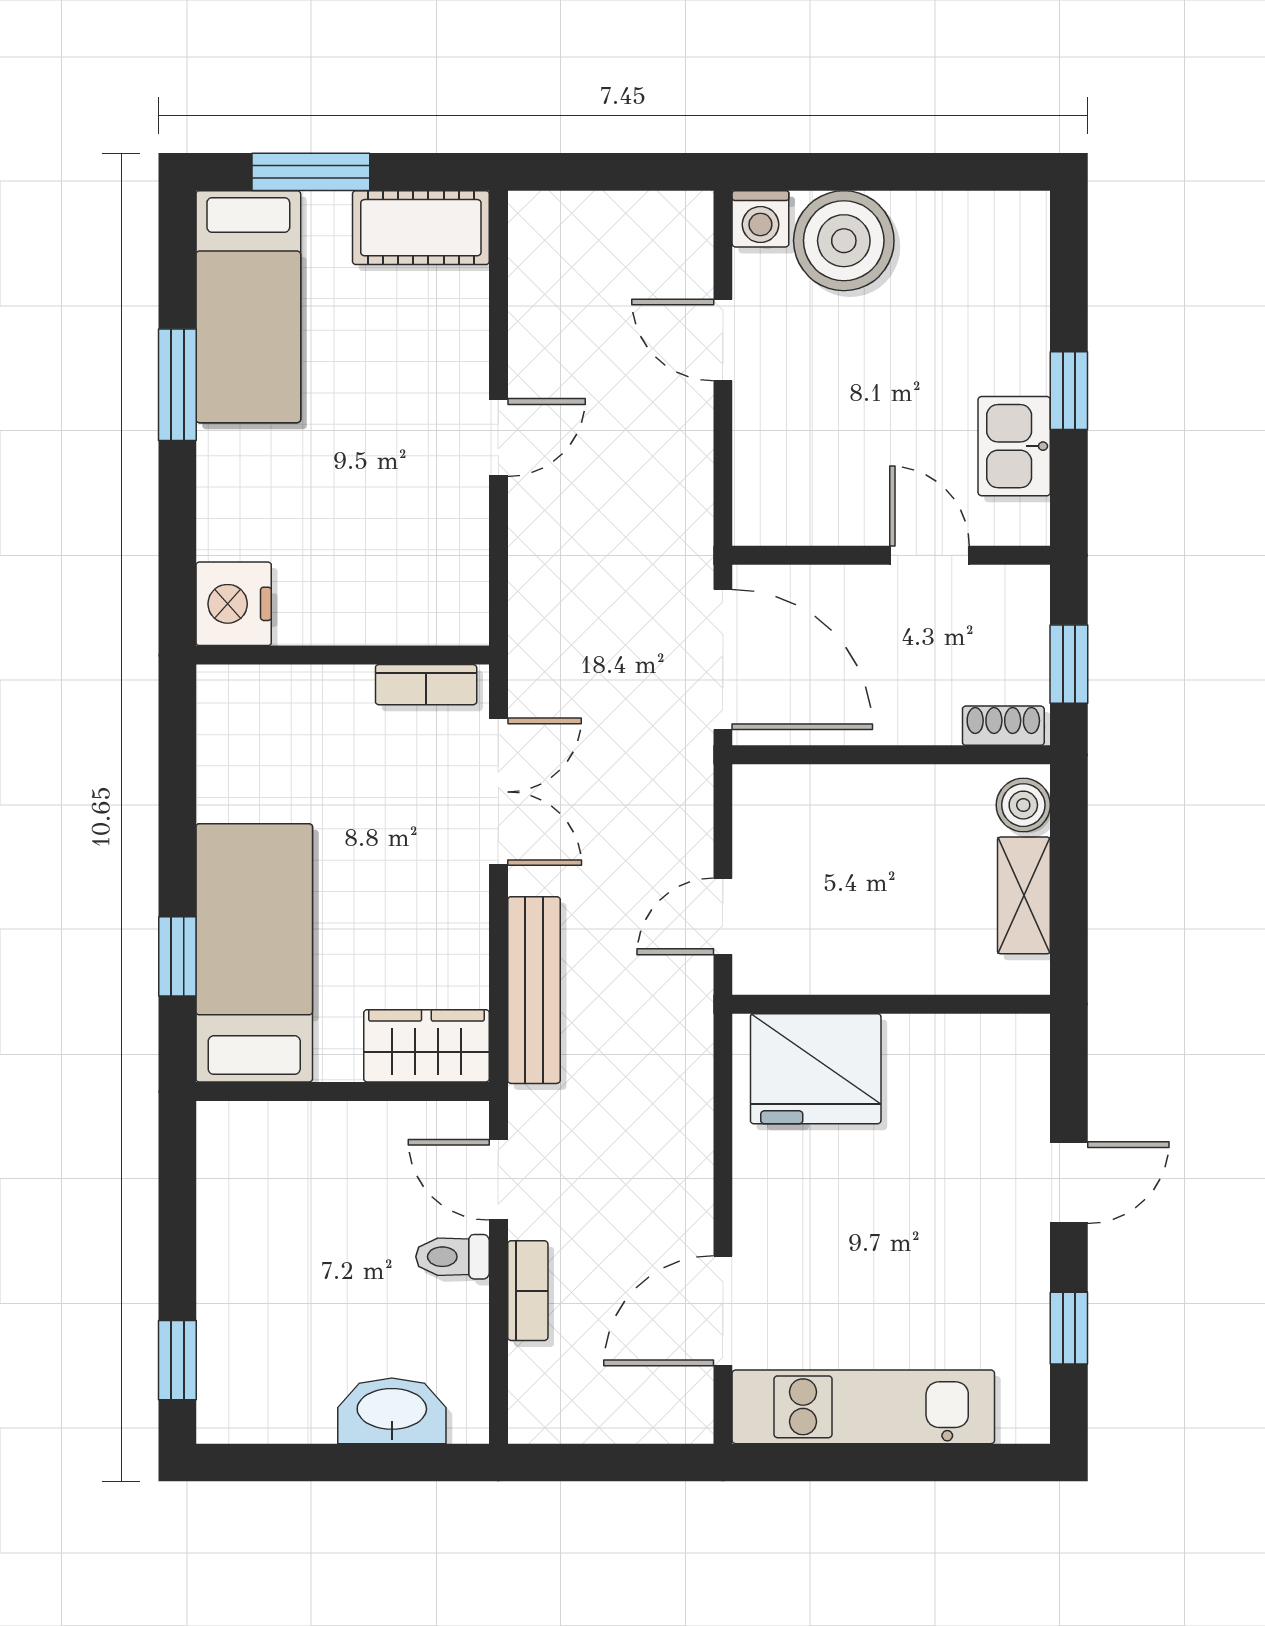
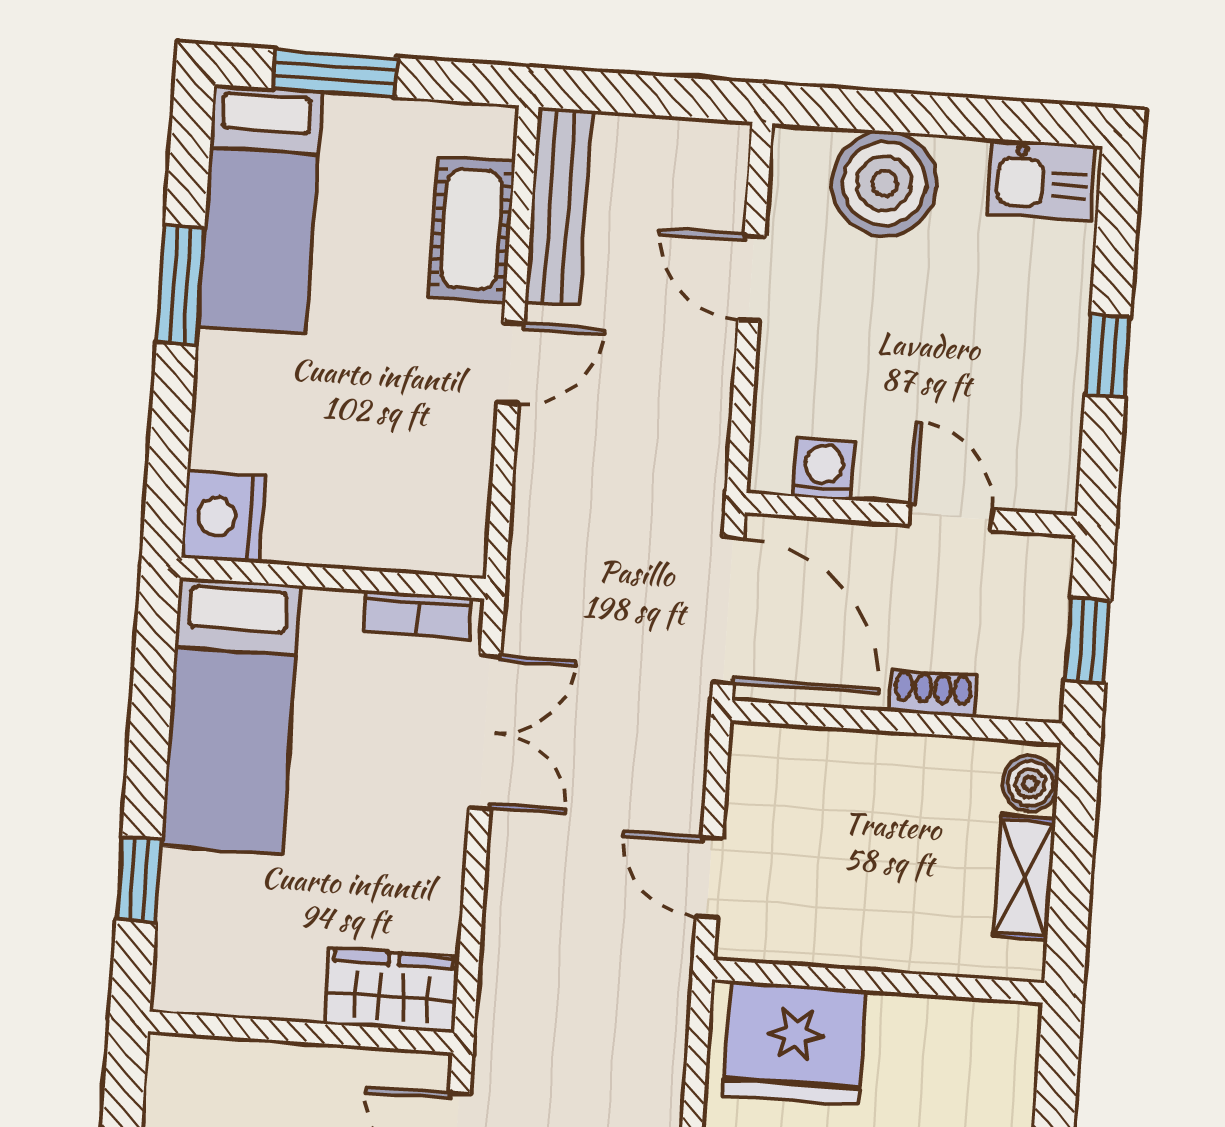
washing machine: (760, 219) -> (824, 469), moved, turned 180
cot: (421, 228) -> (472, 229), moved, turned 90
kitchen sink: (1014, 446) -> (1041, 180), moved, turned -90
shoe rack: (1003, 726) -> (933, 694), moved
door: (723, 916) -> (709, 878), hinge flipped
bed: (254, 953) -> (231, 716), moved, turned 180
bench: (534, 990) -> (559, 206), moved

